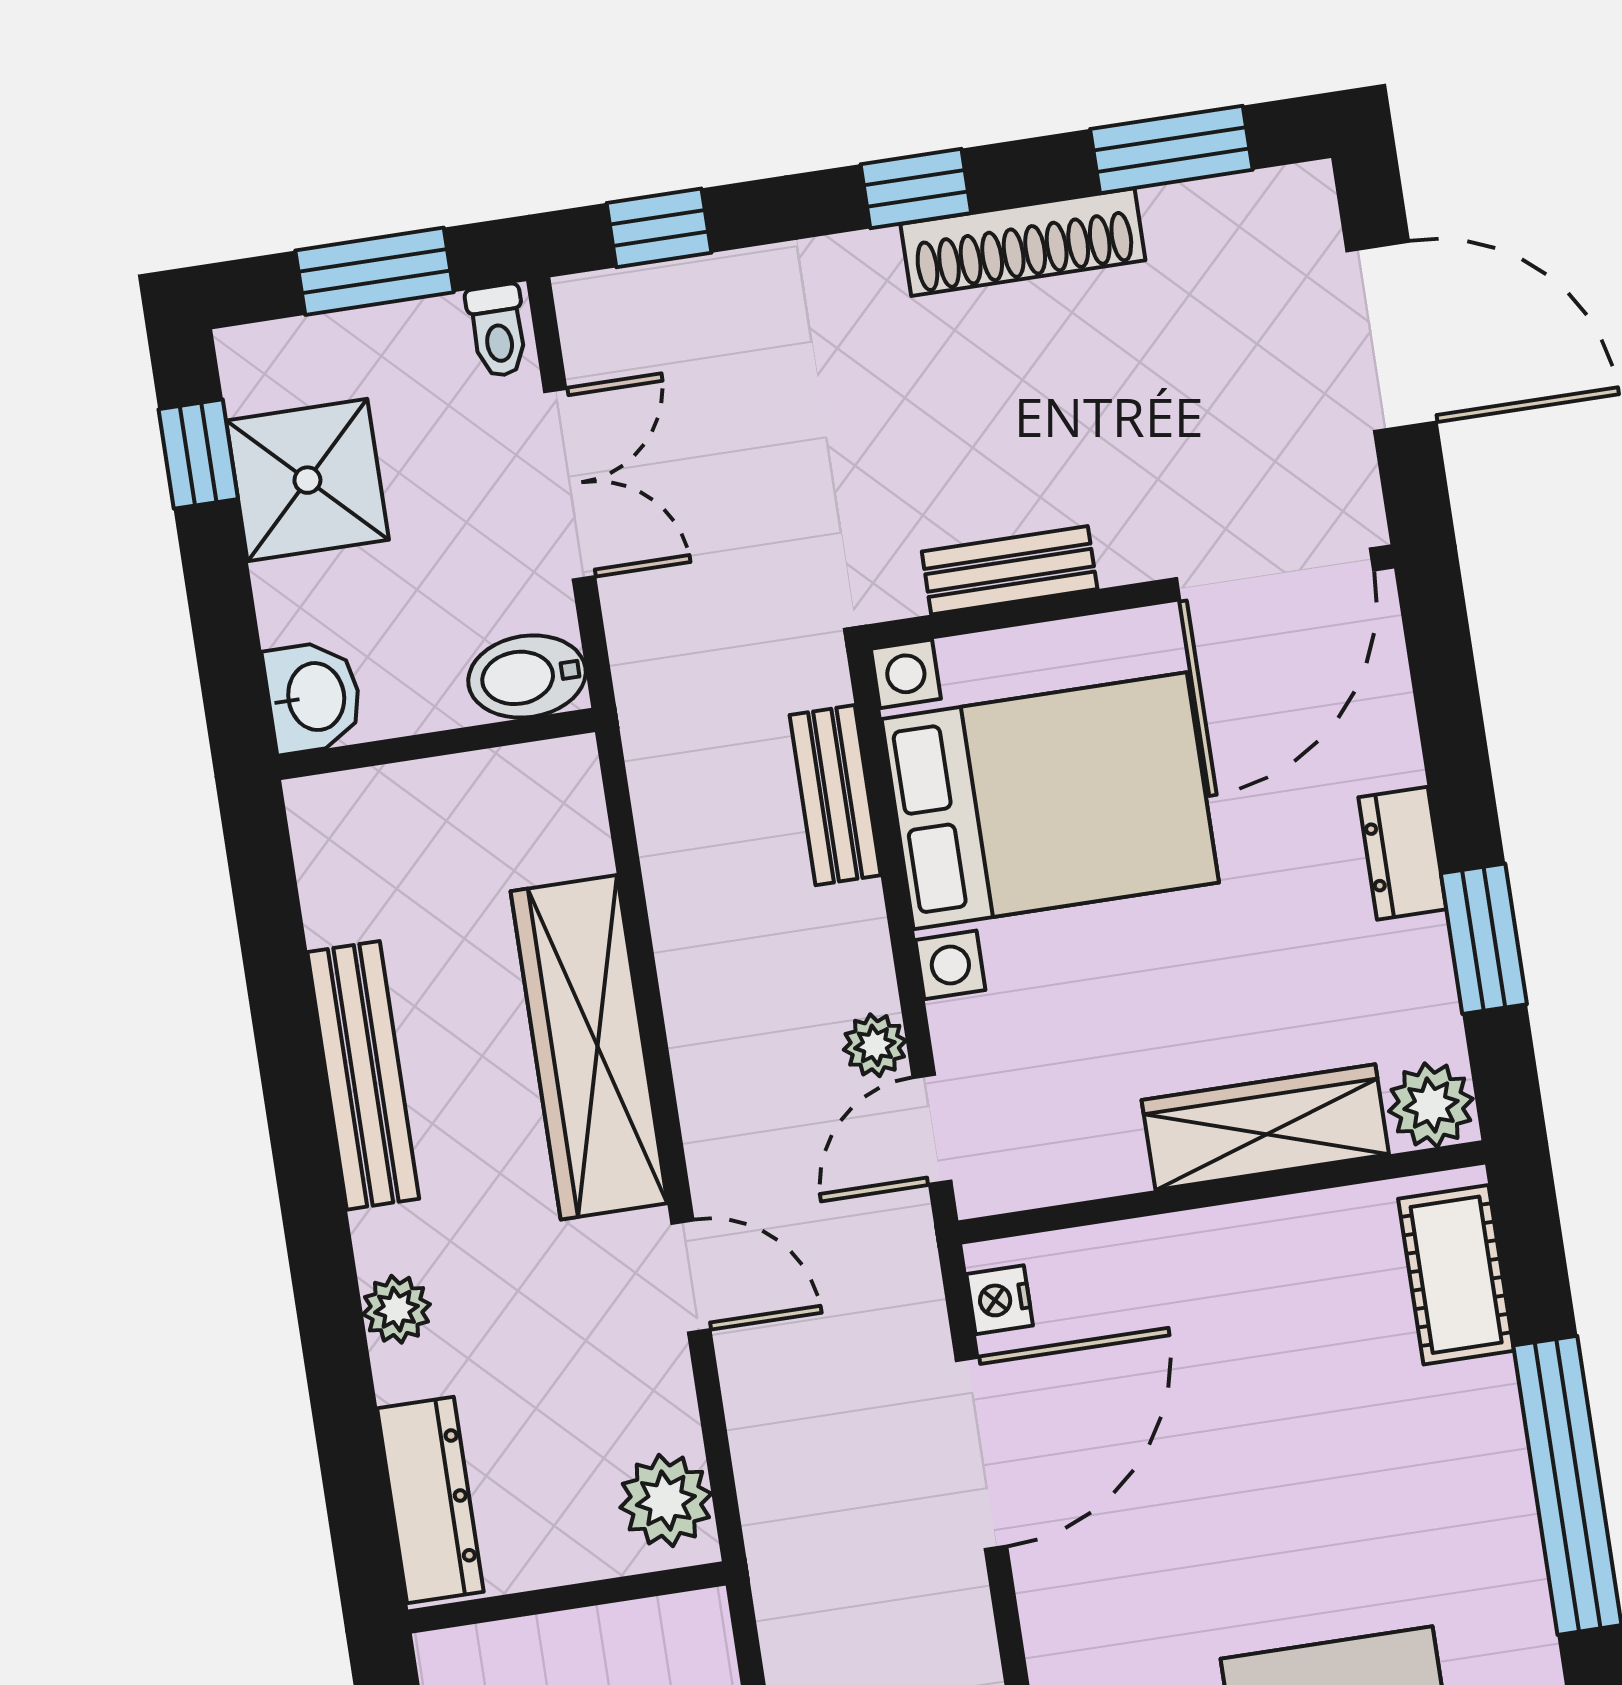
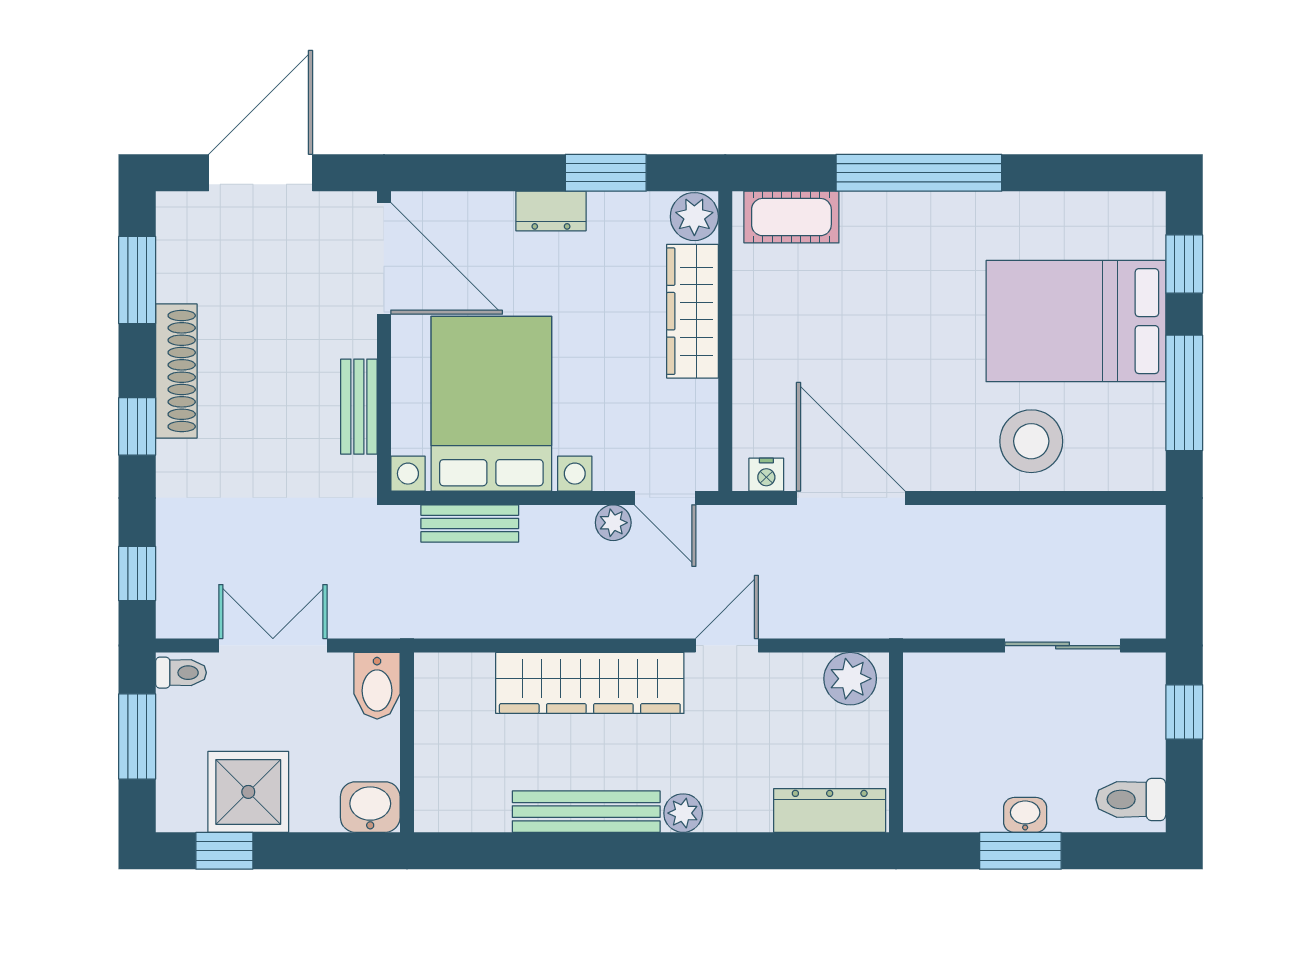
plant: (397, 1309) -> (683, 813), moved

